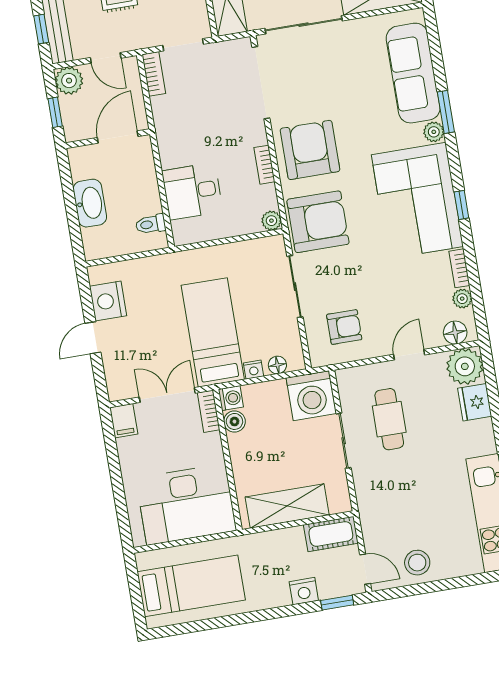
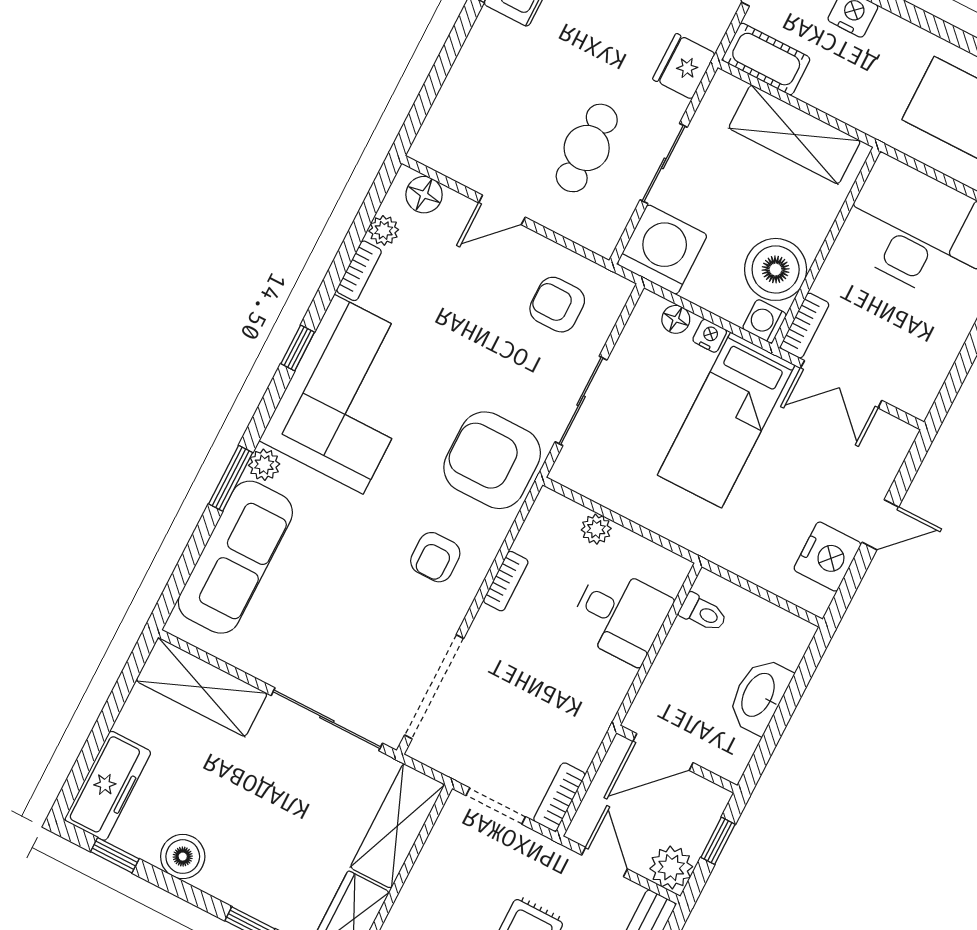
armchair: (310, 150) -> (435, 557), width x0.53, depth x0.53
plant: (271, 221) -> (596, 529), moved
plant: (465, 366) -> (443, 143), removed
fridge: (475, 402) -> (684, 66), moved, turned 180
filing cabinet: (124, 421) -> (919, 393), removed
boiler: (234, 421) -> (776, 269), width x1.86, depth x1.86

